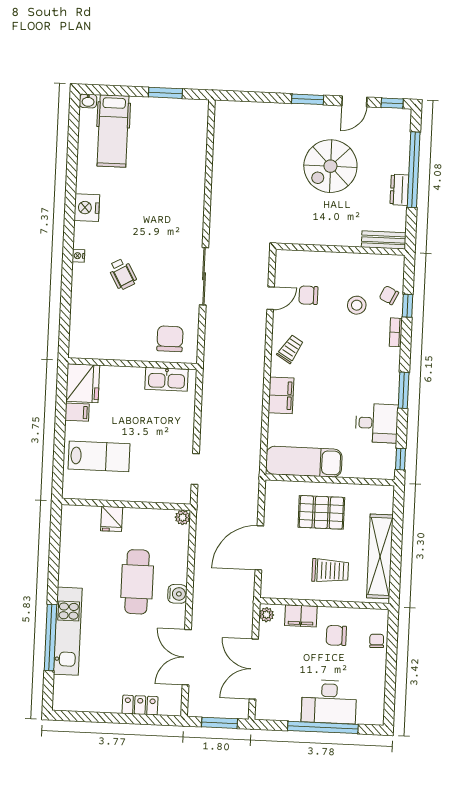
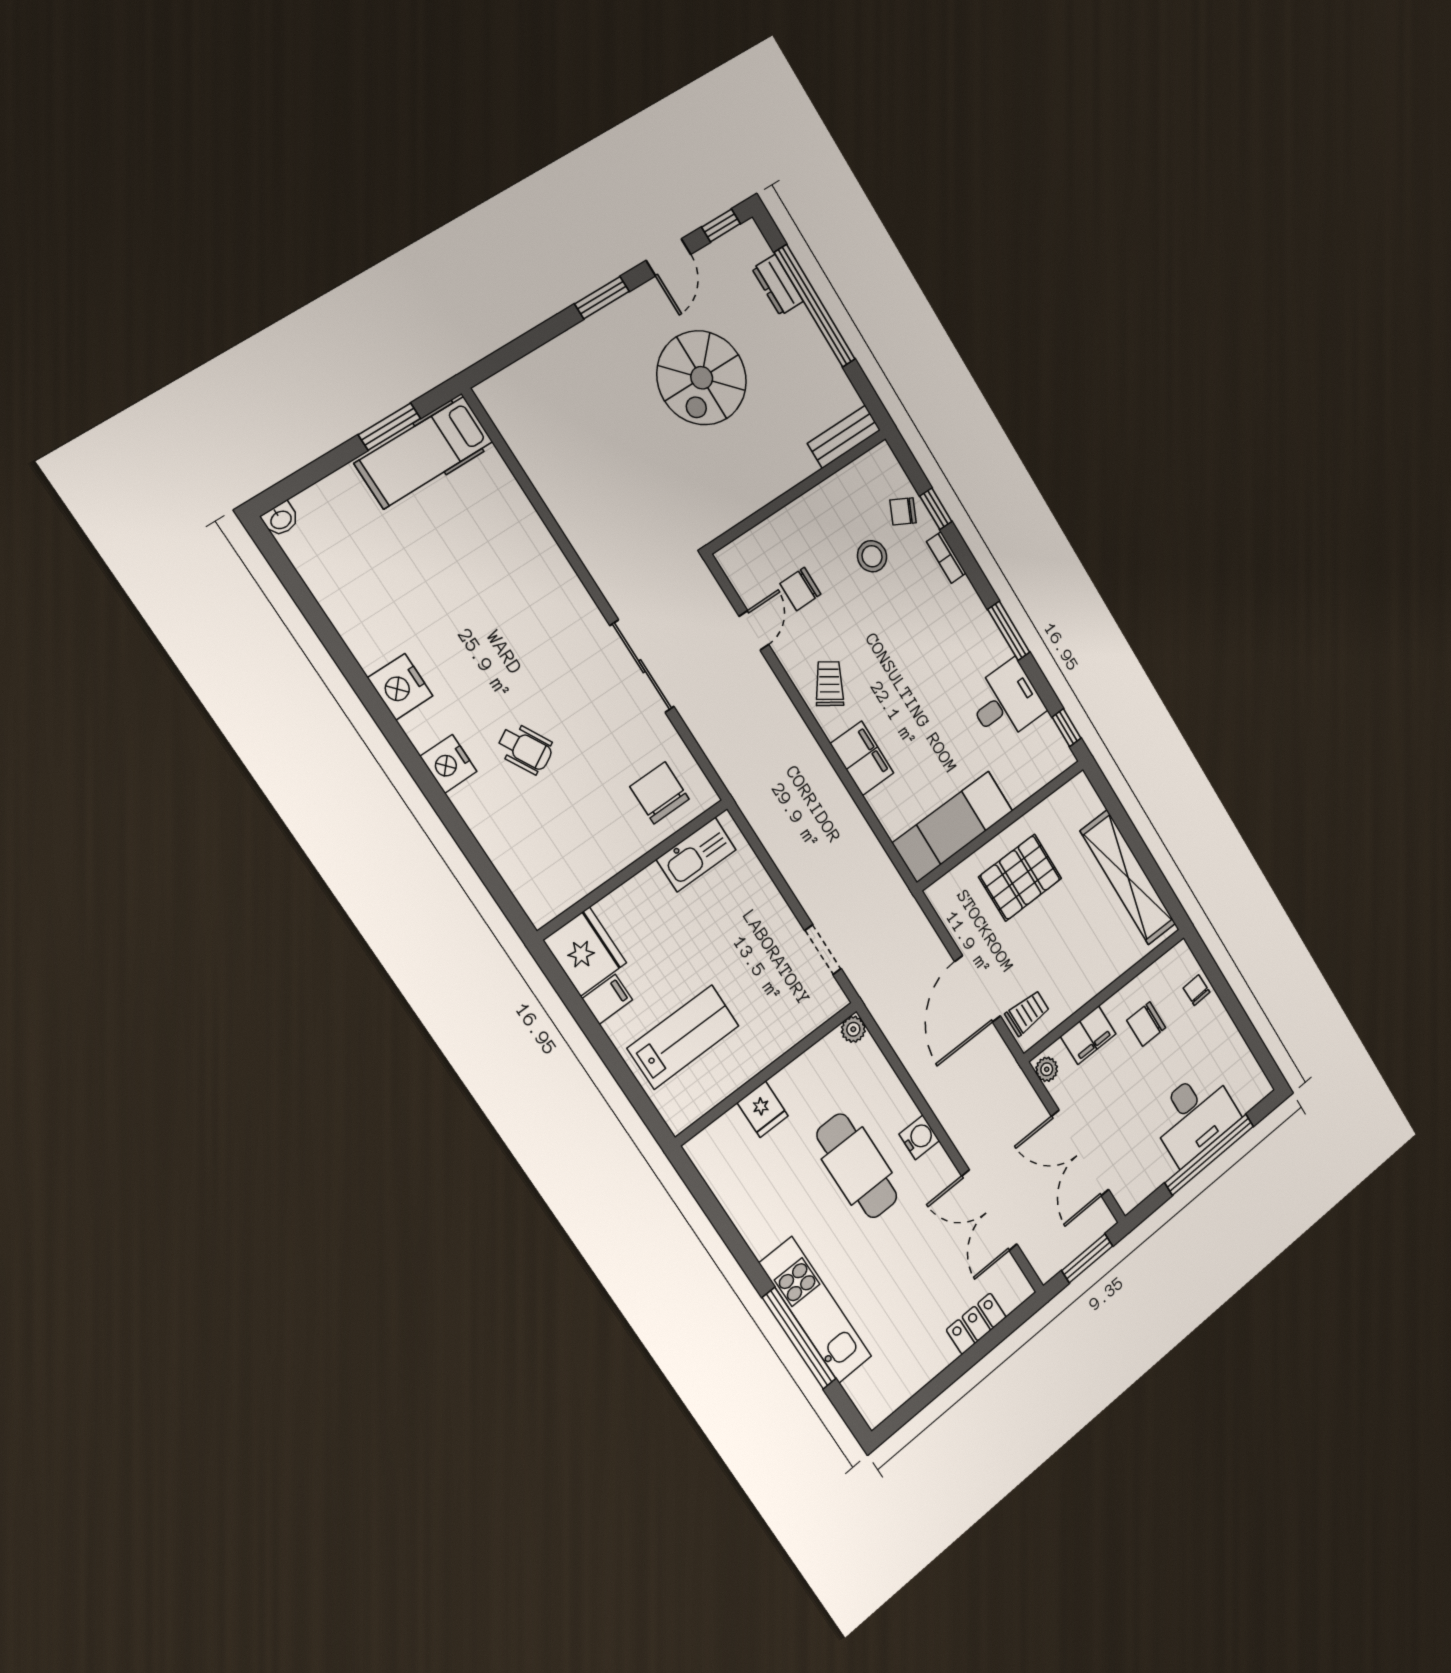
hospital bed: (113, 131) -> (424, 452), moved, turned 90
dresser: (399, 190) -> (778, 285), moved
nightstand: (78, 256) -> (448, 764), width x1.89, depth x1.79
trolley: (330, 571) -> (1027, 1013), moved, width x0.73, depth x0.72

